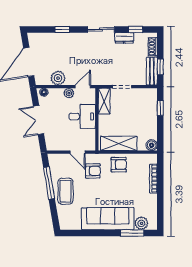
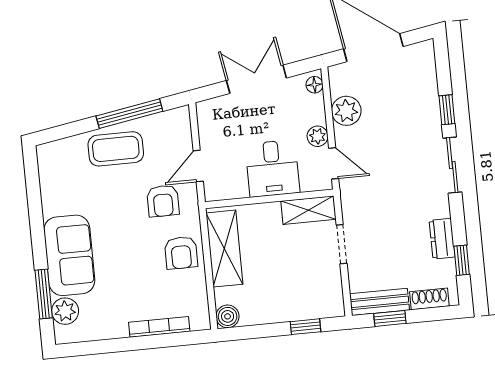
sliding door: (101, 29) -> (452, 165), moved
sofa: (108, 219) -> (69, 255), width x0.73

